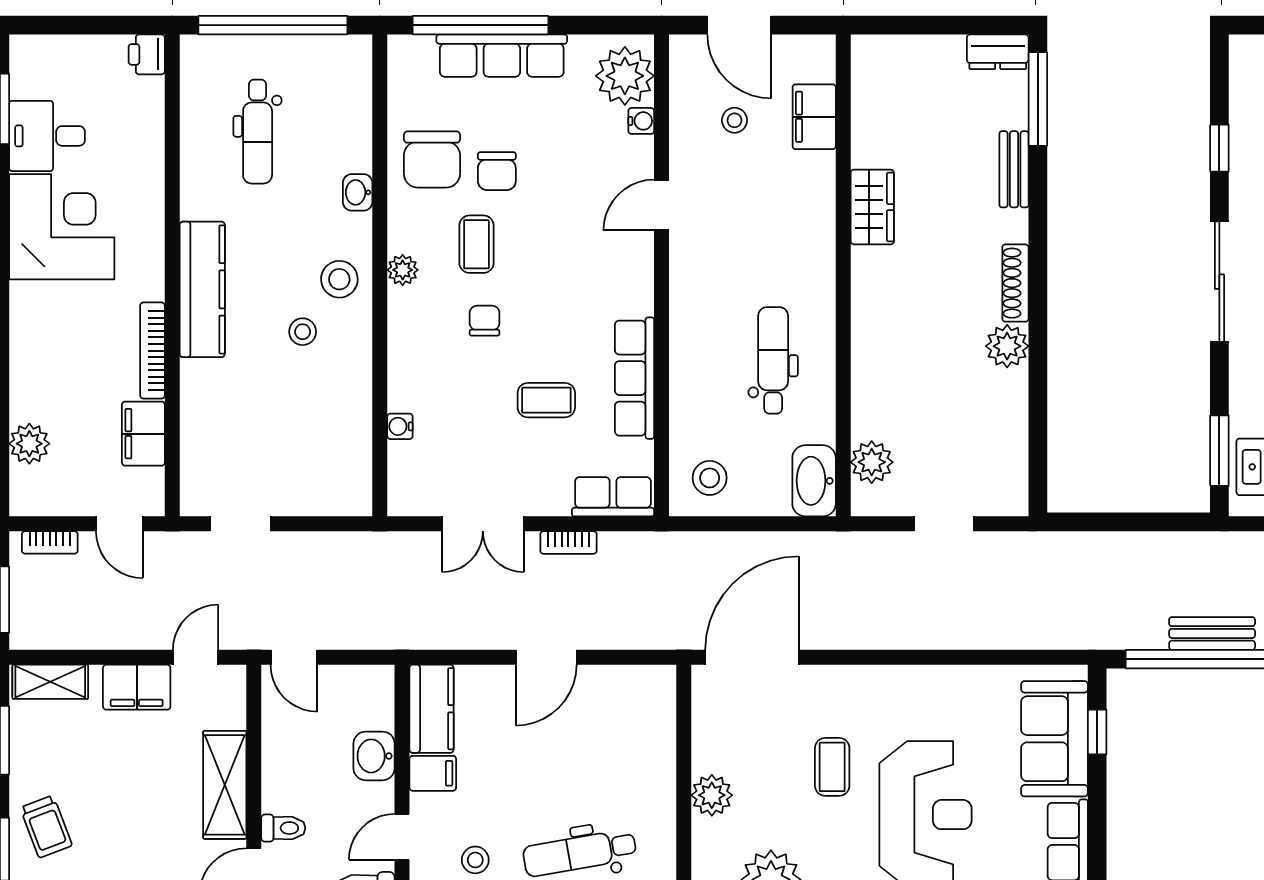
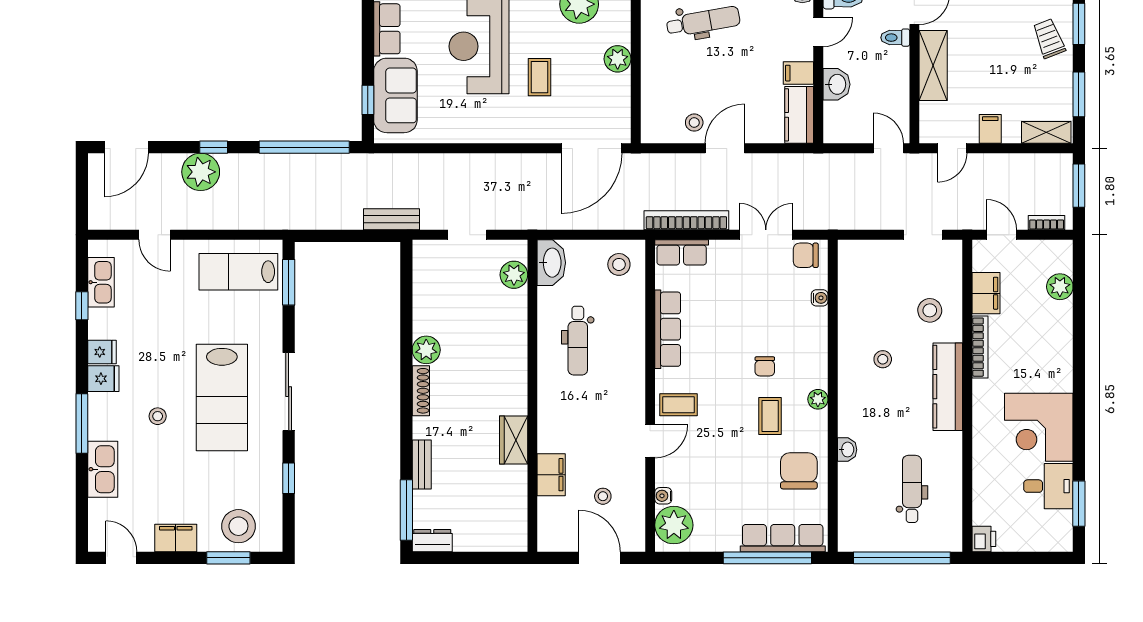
row of seats: (502, 56) -> (783, 538), moved
filing cabinet: (814, 117) -> (551, 475), moved
chair: (497, 171) -> (806, 255), moved, turned -90
stool: (339, 279) -> (930, 310), moved
coffee table: (546, 400) -> (678, 405), moved
bookcase: (568, 542) -> (686, 220), width x2.31, depth x1.31
bench: (1212, 633) -> (391, 219), moved
filing cabinet: (137, 687) -> (990, 129), width x0.50
stool: (475, 860) -> (694, 123), moved

